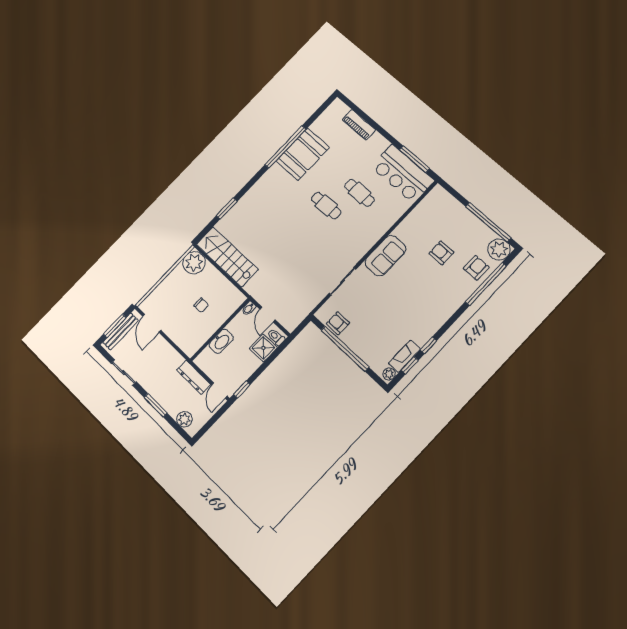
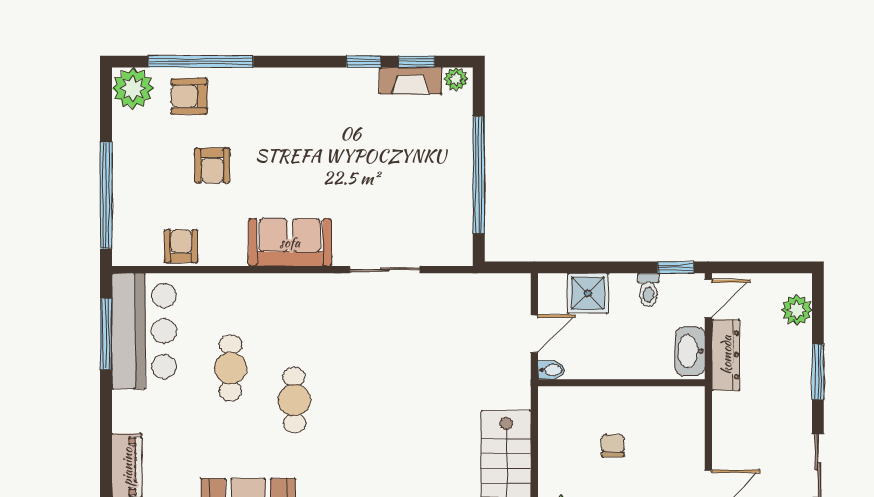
window: (488, 222) -> (106, 195), moved
armchair: (338, 323) -> (181, 246), moved, turned 180
toilet: (276, 337) -> (648, 290), moved
washbasin: (221, 341) -> (690, 351), moved, turned -90

